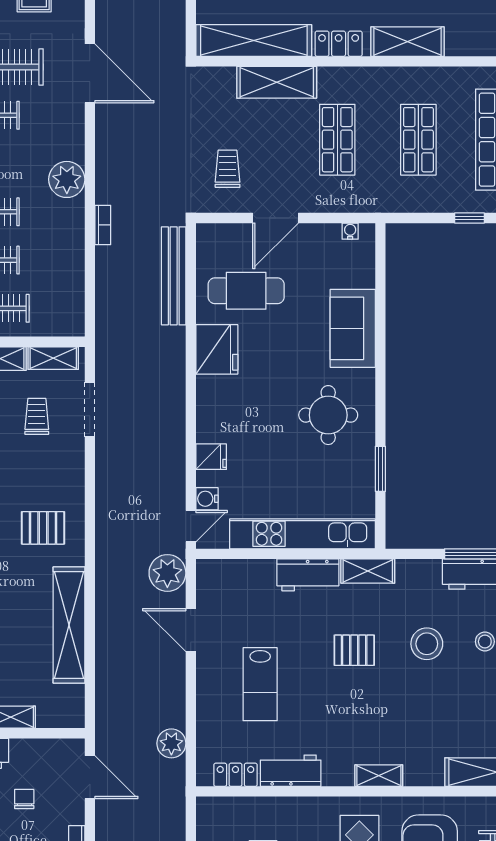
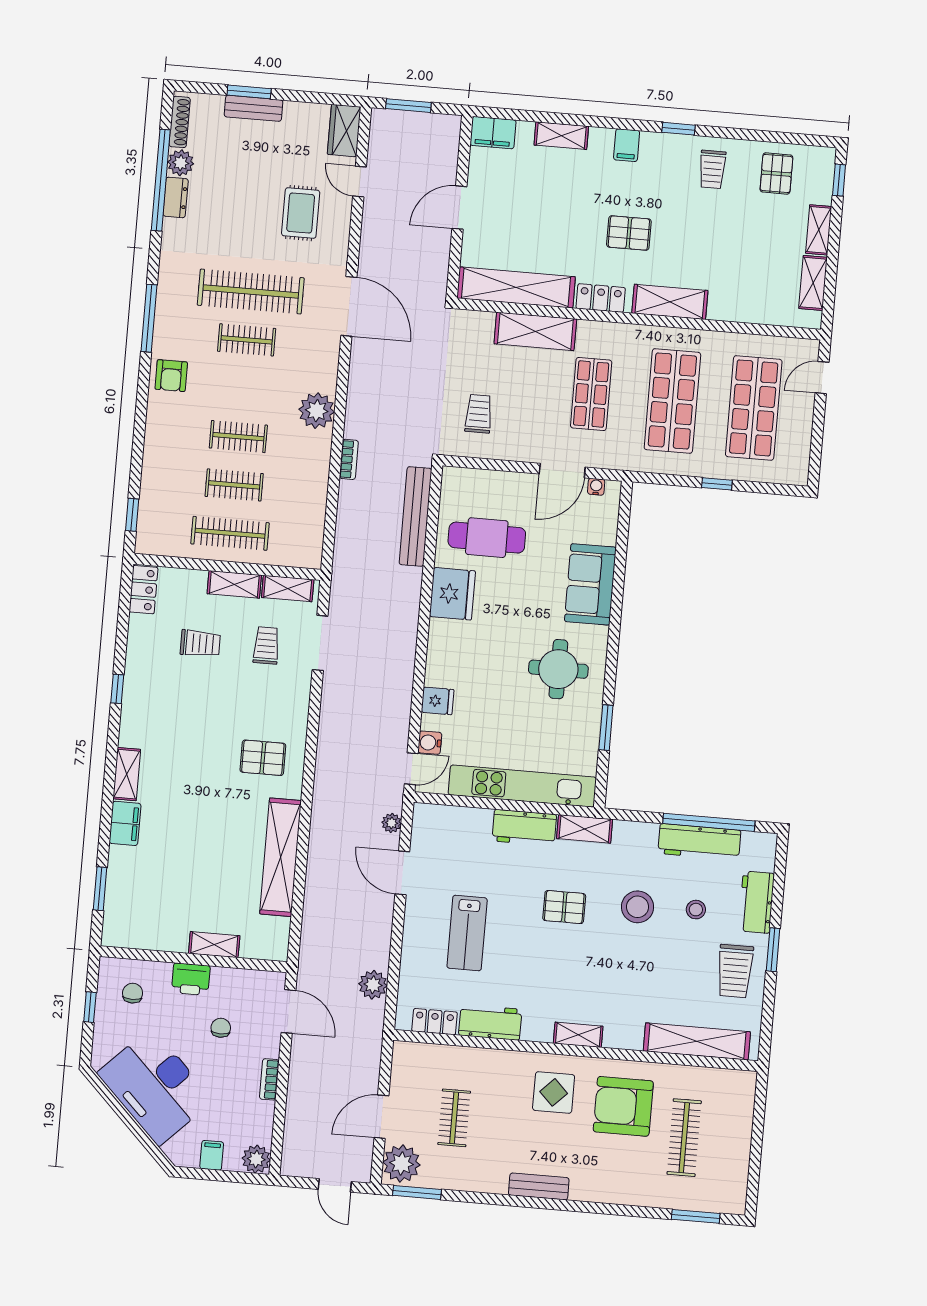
shop shelf: (418, 140) -> (672, 401), width x1.43, depth x1.36
door: (275, 218) -> (562, 471), moved
plant: (167, 573) -> (392, 823), width x0.53, depth x0.53

